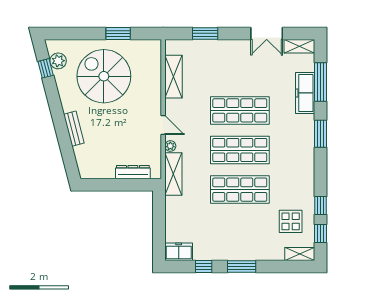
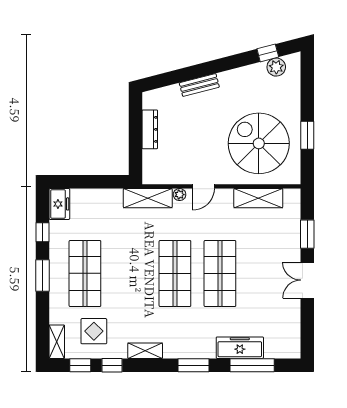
double door: (267, 33) -> (307, 280), moved
shelving: (299, 46) -> (145, 351), moved, turned 90
spiral stairs: (104, 76) -> (259, 143), moved, turned -90
dresser: (133, 172) -> (150, 129), moved
shop shelf: (240, 190) -> (85, 273), moved

